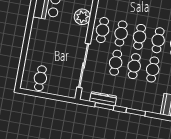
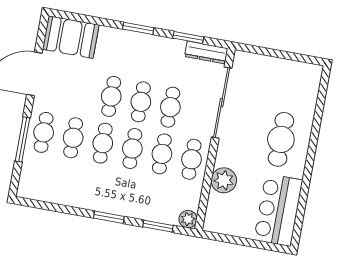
cafe table: (40, 78) -> (281, 139), moved, width x1.37, depth x1.35
dresser: (103, 99) -> (206, 52), moved

